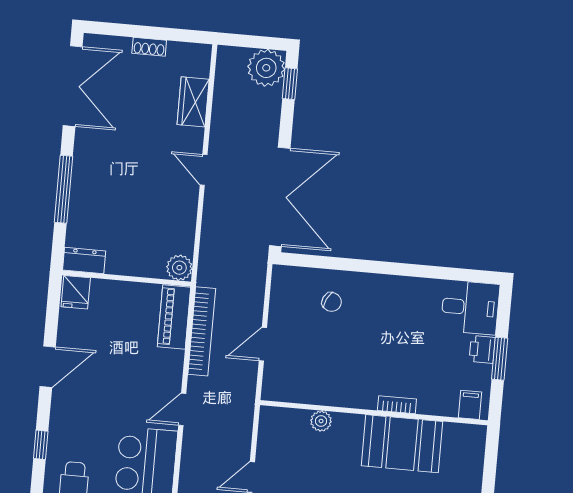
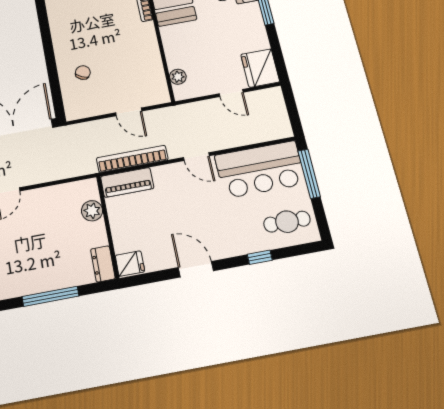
plant: (179, 268) -> (92, 211), moved
plant: (321, 421) -> (178, 77), moved

